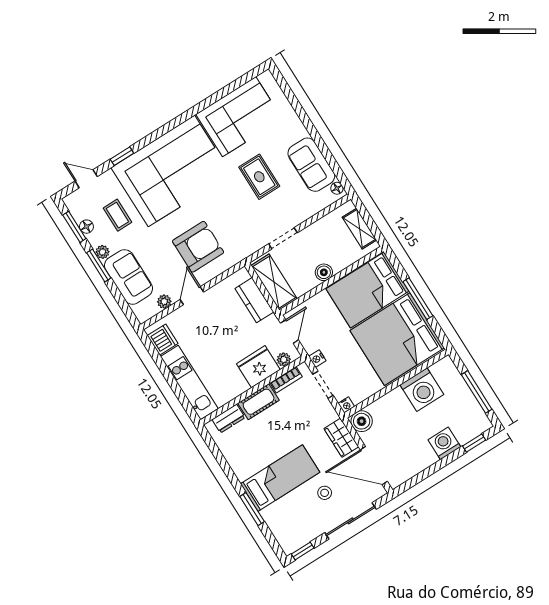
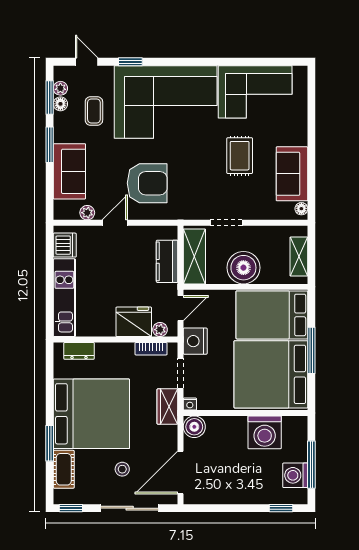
plant: (102, 252) -> (60, 88), moved
boiler: (324, 272) -> (243, 268), width x1.86, depth x1.86
nightstand: (317, 359) -> (195, 341), width x1.89, depth x1.79
cot: (259, 402) -> (64, 469), moved, turned 90
wardrobe: (341, 438) -> (167, 406), moved
washing machine: (444, 443) -> (295, 475), moved, turned -90
door: (374, 466) -> (181, 472), hinge flipped
bed: (280, 478) -> (91, 414), width x2.04

